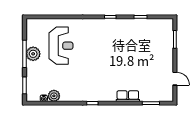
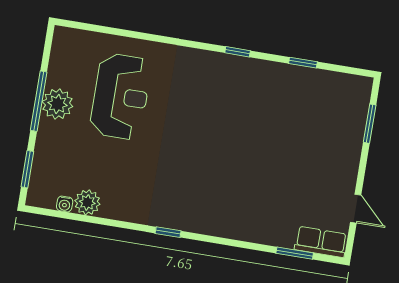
row of seats: (128, 96) -> (321, 242), moved

